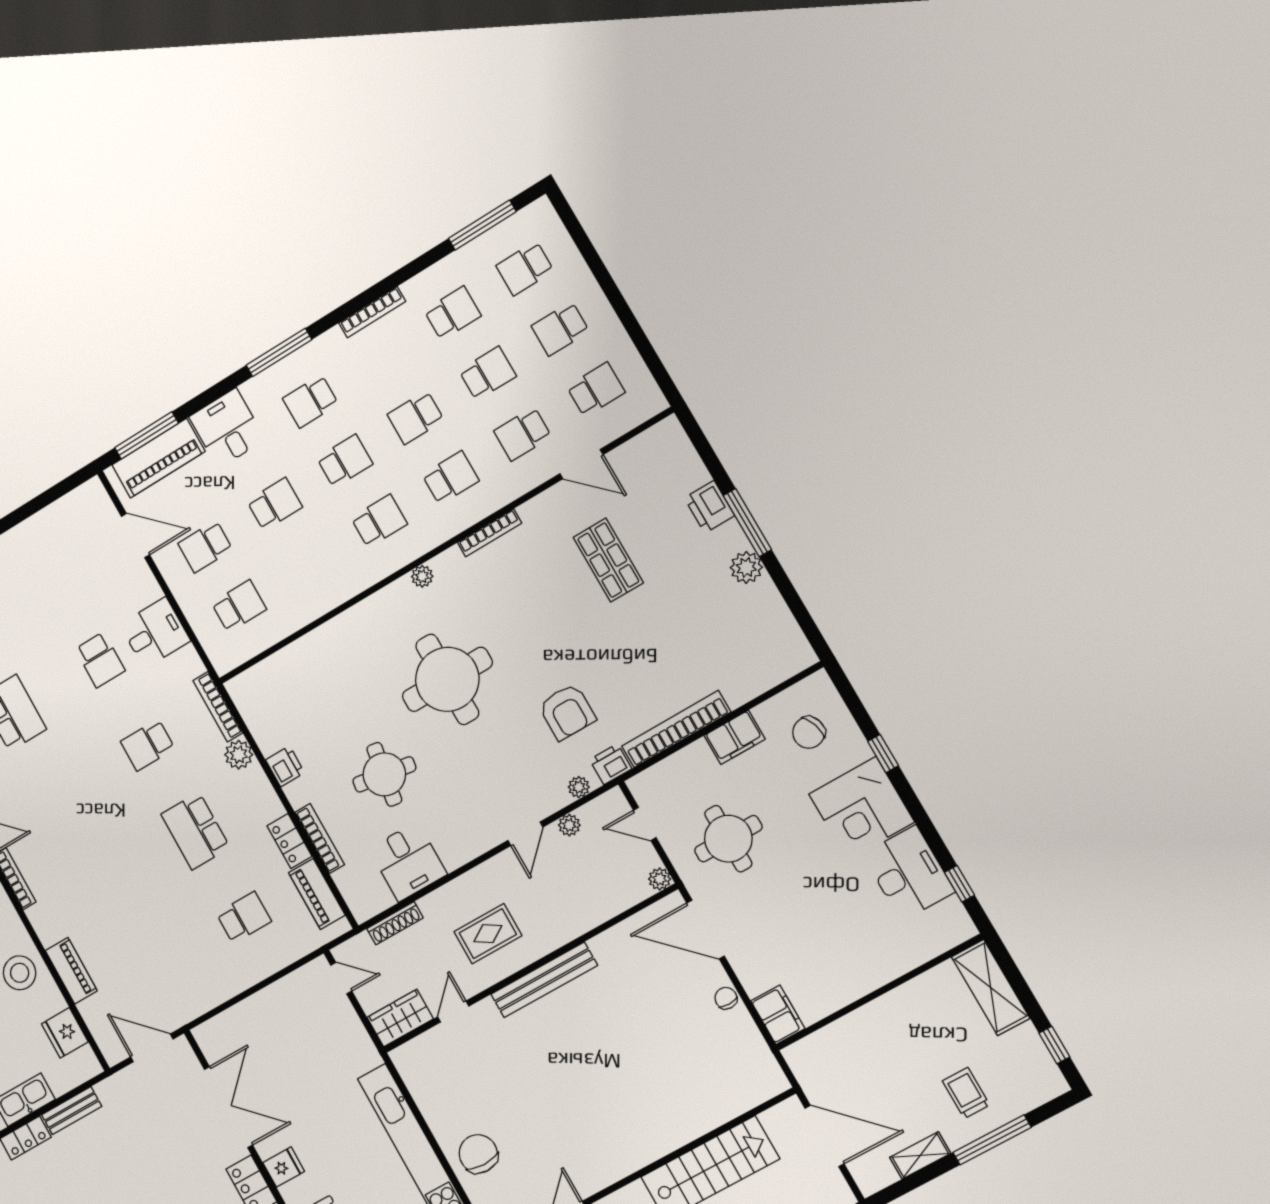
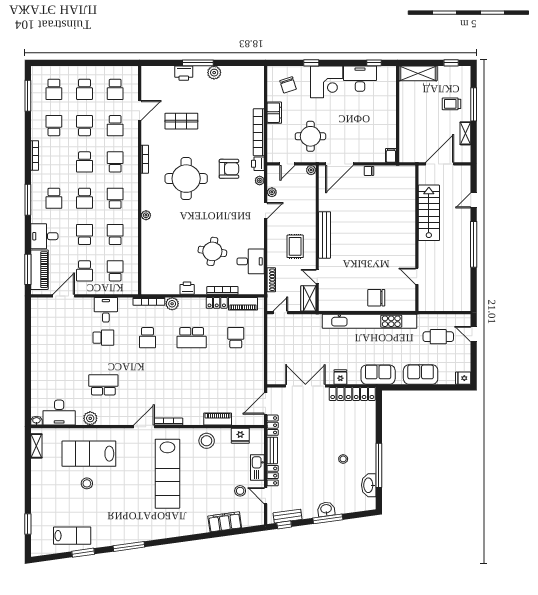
school desk: (596, 390) -> (115, 89), turned 180
school desk: (345, 461) -> (85, 198), turned 180
school desk: (309, 564) -> (115, 235), added
plant: (422, 576) -> (146, 215), moved
round table: (447, 679) -> (186, 179), moved
door: (525, 834) -> (266, 211), hinge flipped
filing cabinet: (778, 1015) -> (391, 155), width x0.50
locker: (119, 1085) -> (273, 425), added

